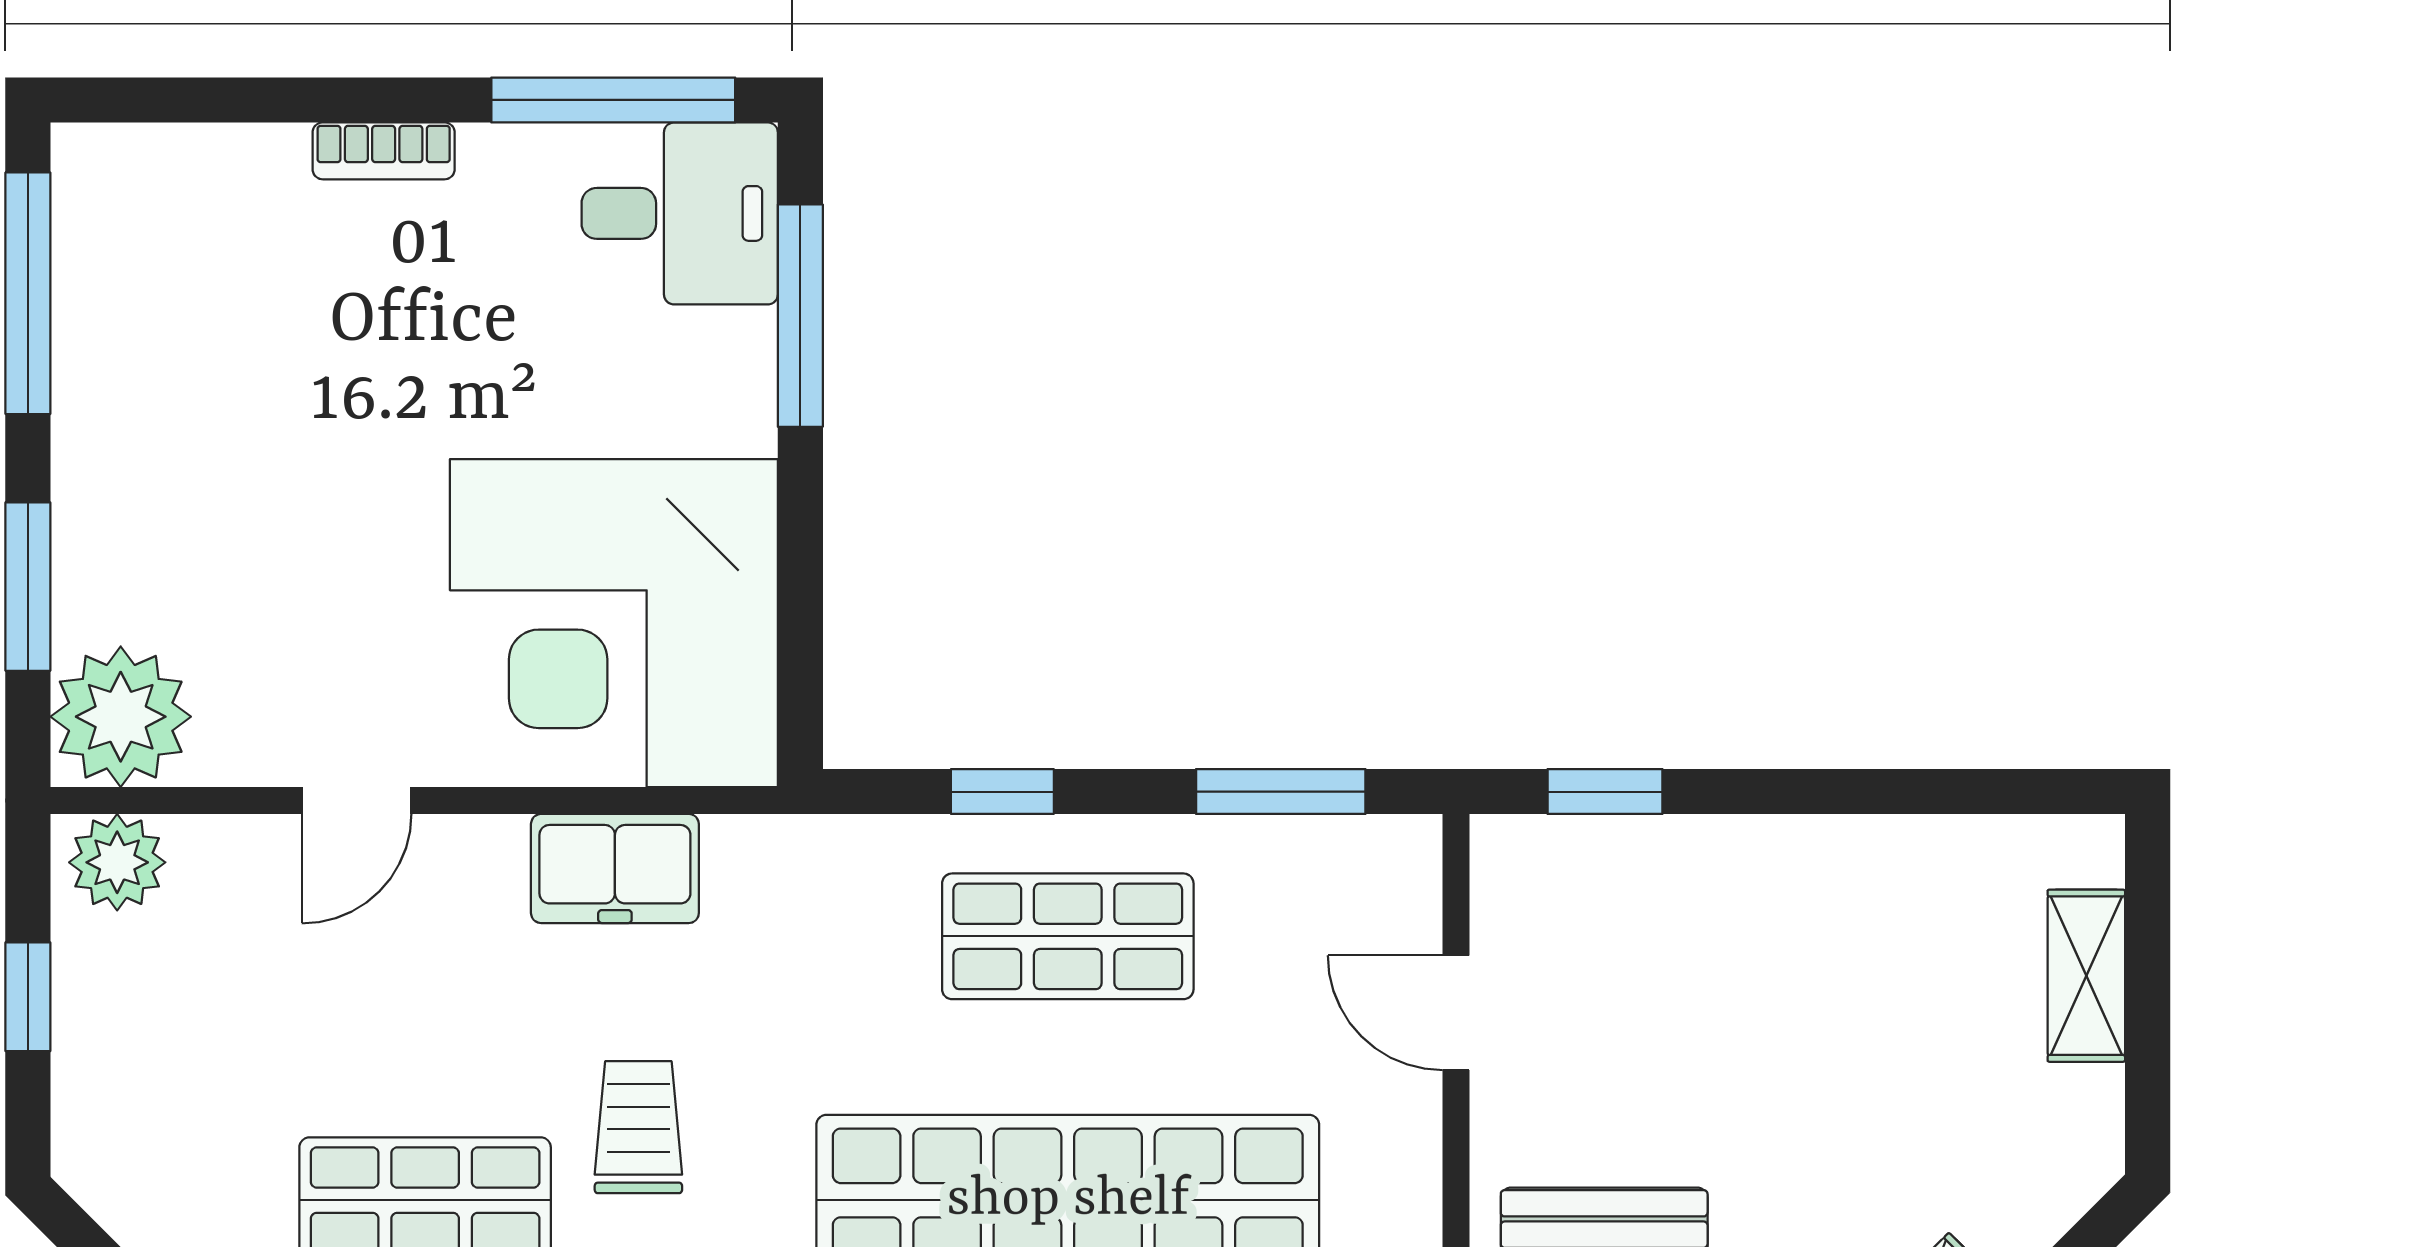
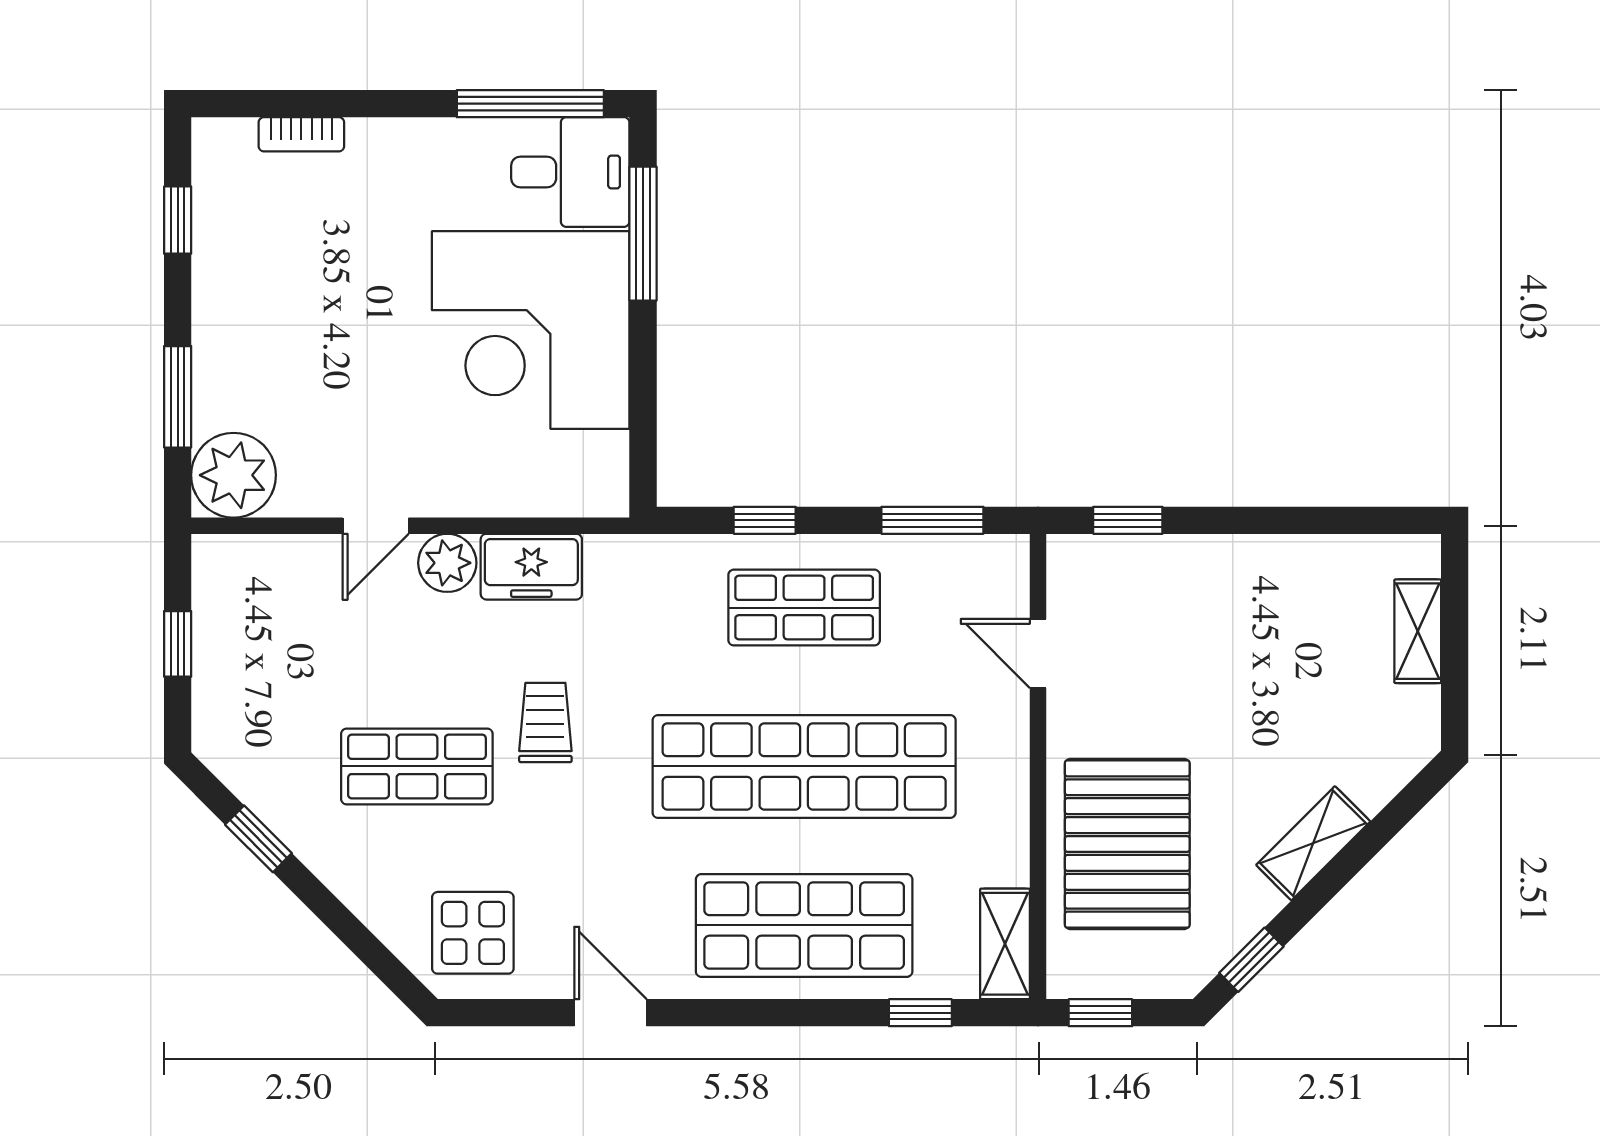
bookcase: (384, 151) -> (301, 134), moved
window: (28, 293) -> (178, 220), width x0.46
corner desk: (614, 623) -> (531, 330), moved
plant: (117, 862) -> (447, 563), moved

